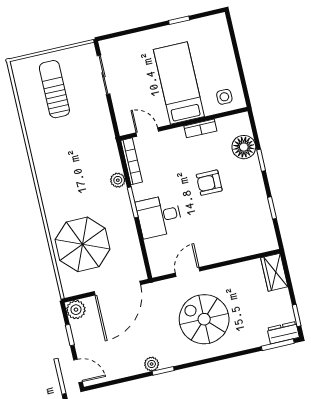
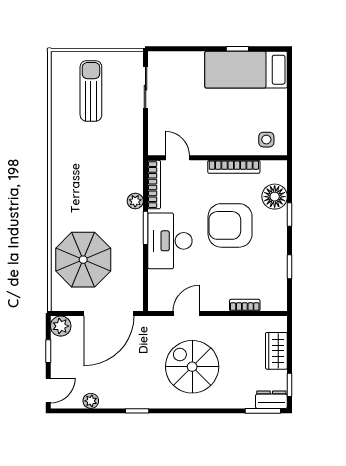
bed: (179, 83) -> (246, 70), moved, turned -90
bookcase: (200, 128) -> (234, 167), width x1.56
armchair: (209, 183) -> (230, 225), width x1.88, depth x1.88
desk: (159, 216) -> (170, 241), width x1.37
bookcase: (239, 252) -> (245, 305), added
wardrobe: (274, 272) -> (276, 351), moved
plant: (152, 364) -> (91, 401), moved
door: (78, 371) -> (48, 390), hinge flipped

